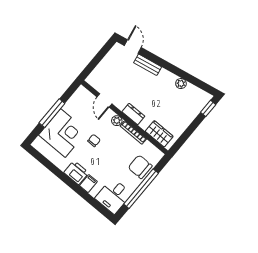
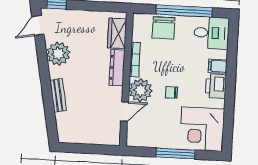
door: (133, 47) -> (38, 25), moved
plant: (181, 83) -> (58, 54), width x1.88, depth x1.88
dresser: (133, 114) -> (117, 68), width x1.44
plant: (117, 121) -> (140, 90), width x1.88, depth x1.88
corner desk: (63, 133) -> (202, 129), moved, turned -90

